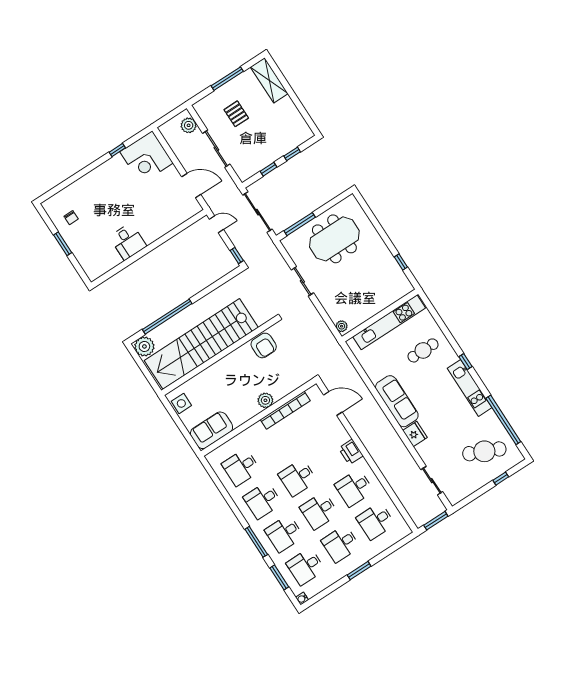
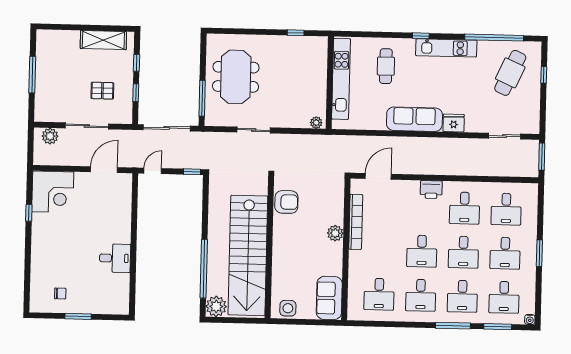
shelving: (269, 80) -> (103, 40), moved
pallet: (236, 114) -> (102, 91), moved

